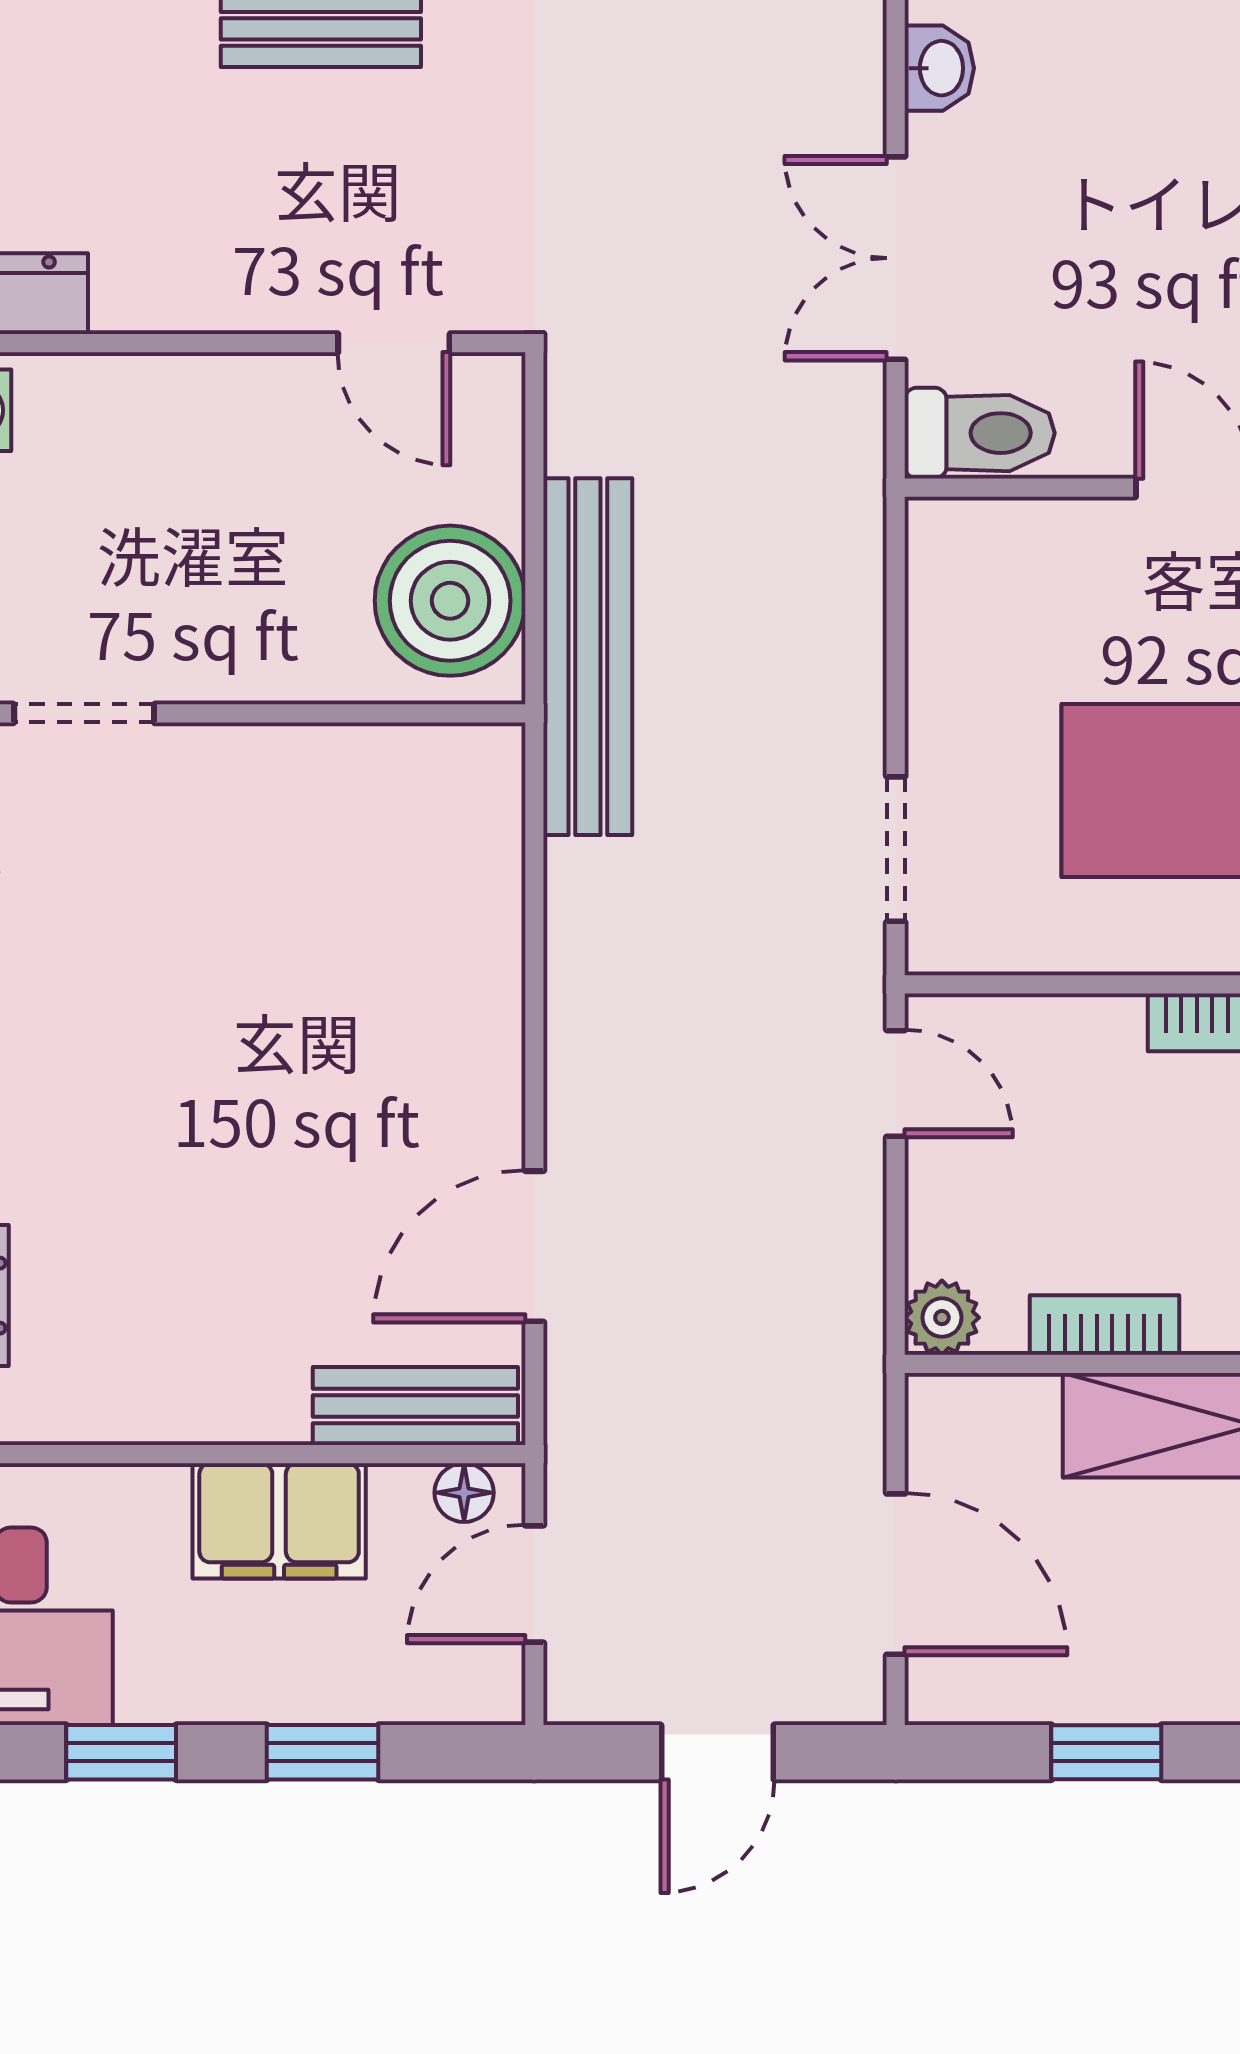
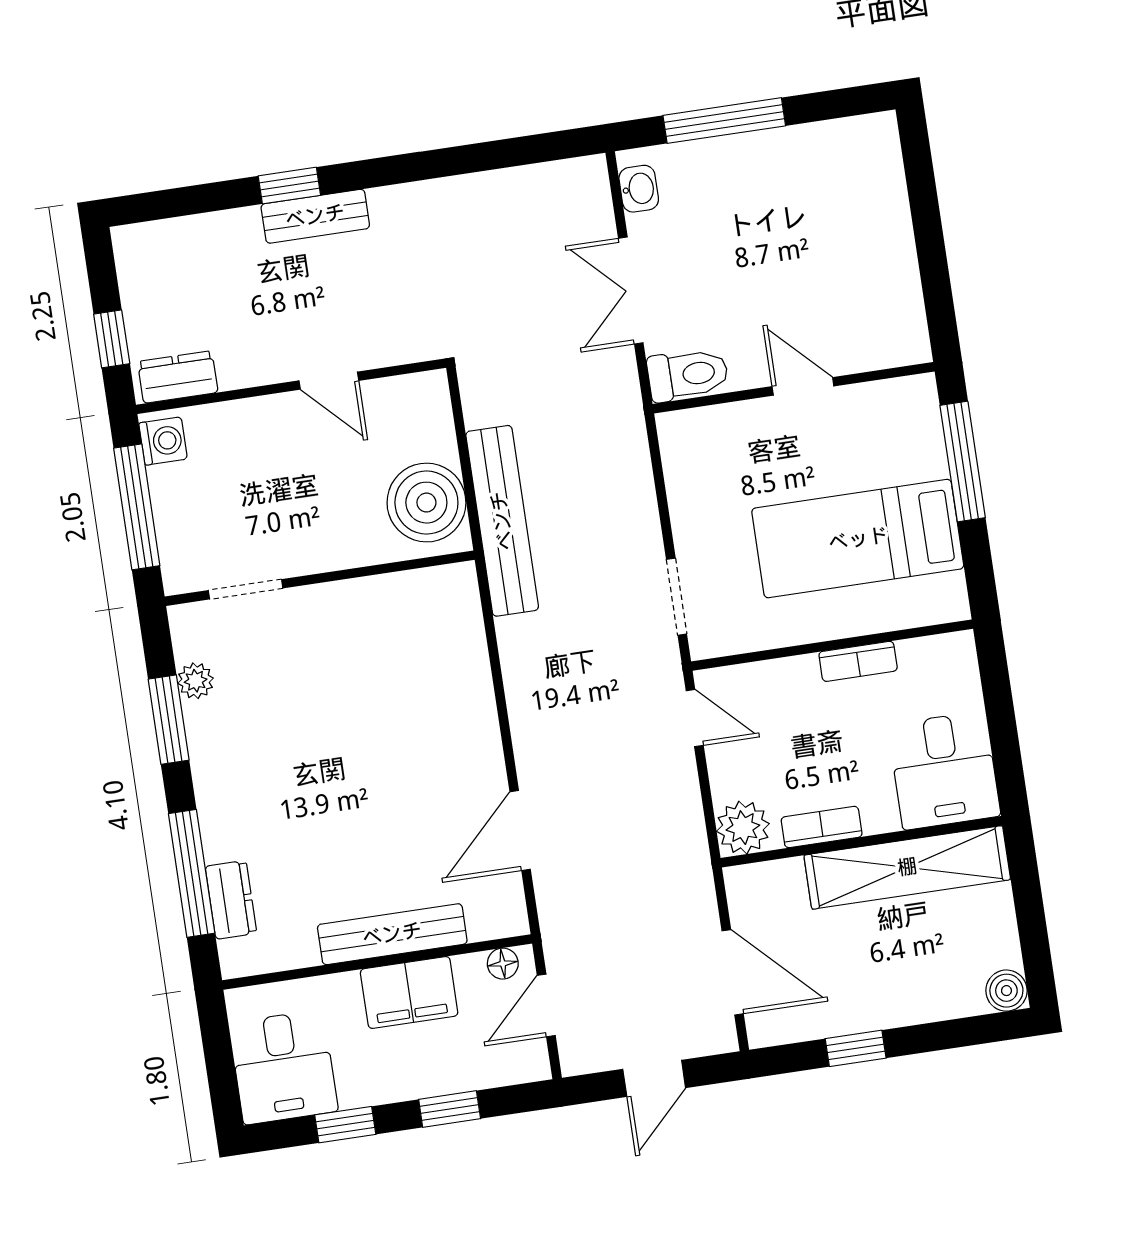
door: (394, 343) -> (329, 381), moved
plant: (942, 1318) -> (743, 828), width x1.38, depth x1.38
bench: (415, 1406) -> (392, 934), moved, width x1.36

